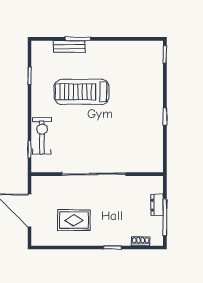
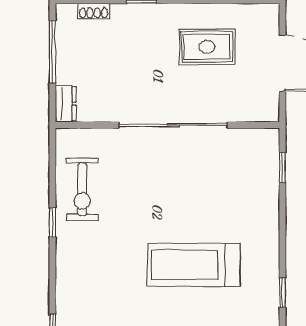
treadmill: (82, 92) -> (194, 265), turned 180
exercise bike: (42, 136) -> (82, 189), moved
dresser: (157, 205) -> (66, 104), moved

